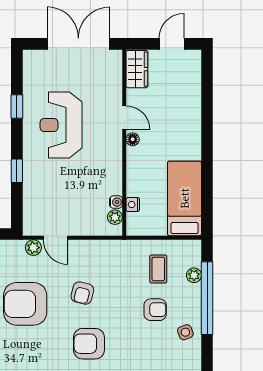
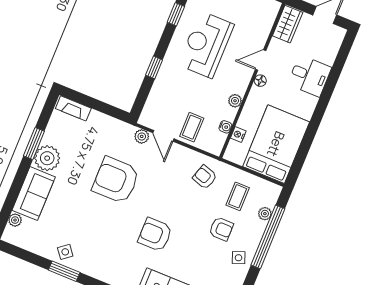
desk: (182, 113) -> (310, 76), added
door: (124, 118) -> (261, 60), swing flipped
bed: (185, 198) -> (276, 144), width x1.50
coffee table: (81, 217) -> (192, 127), added
plant: (115, 217) -> (235, 101), moved
armchair: (82, 293) -> (205, 177), moved, turned 94

